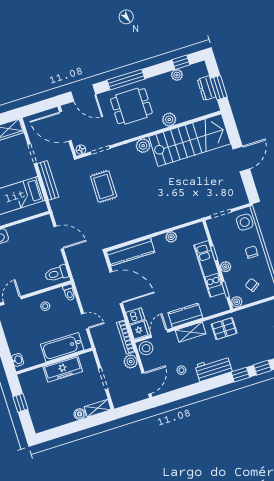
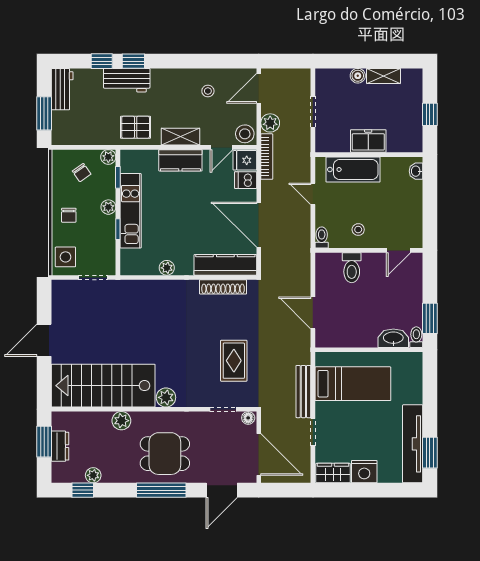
door: (83, 93) -> (222, 490), swing flipped
shoe rack: (127, 236) -> (223, 287), added
toilet: (57, 273) -> (352, 268), moved, turned 90
workbench: (213, 368) -> (127, 80), moved
freezer: (63, 369) -> (368, 141), width x0.71
shelving: (98, 408) -> (384, 76), moved

